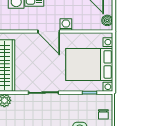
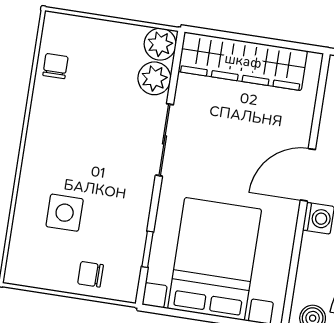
plant: (19, 101) -> (154, 78), added

